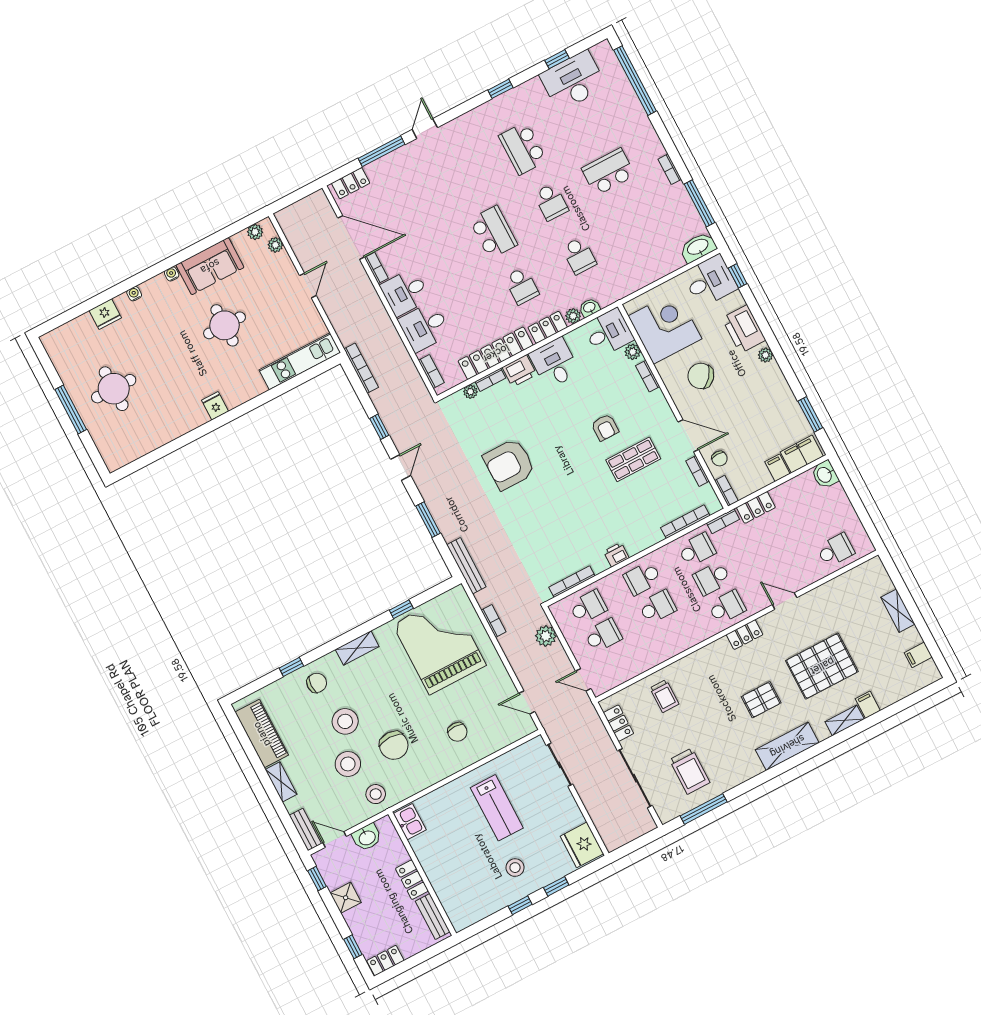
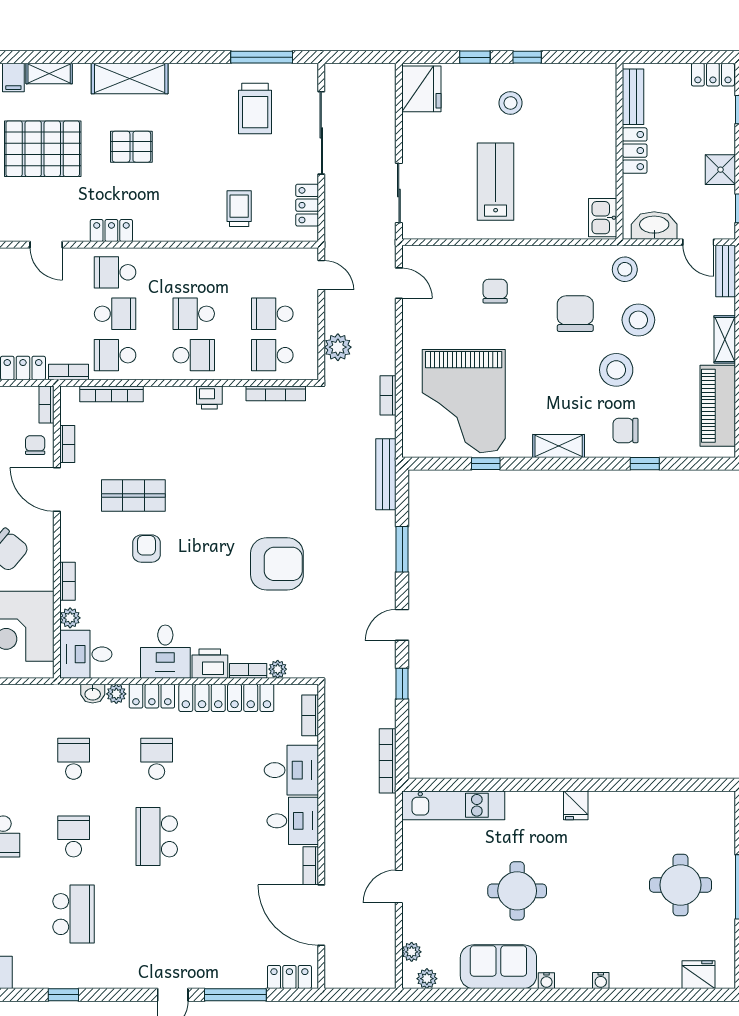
fridge: (105, 314) -> (699, 975), moved
trolley: (690, 771) -> (255, 108), turned 180
washbasin: (367, 837) -> (654, 225), width x1.38

